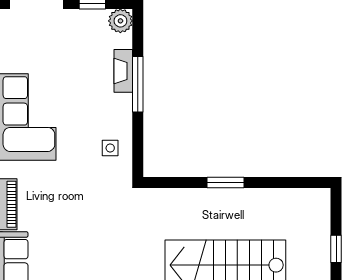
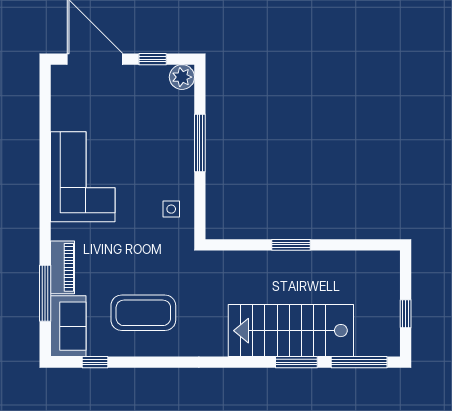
fireplace: (123, 71) -> (185, 129), removed
coffee table: (83, 248) -> (143, 313), added

